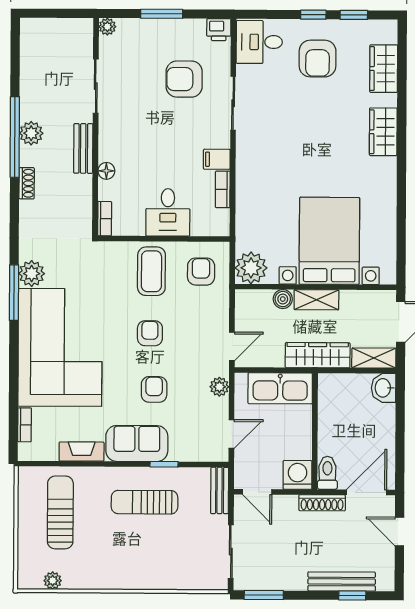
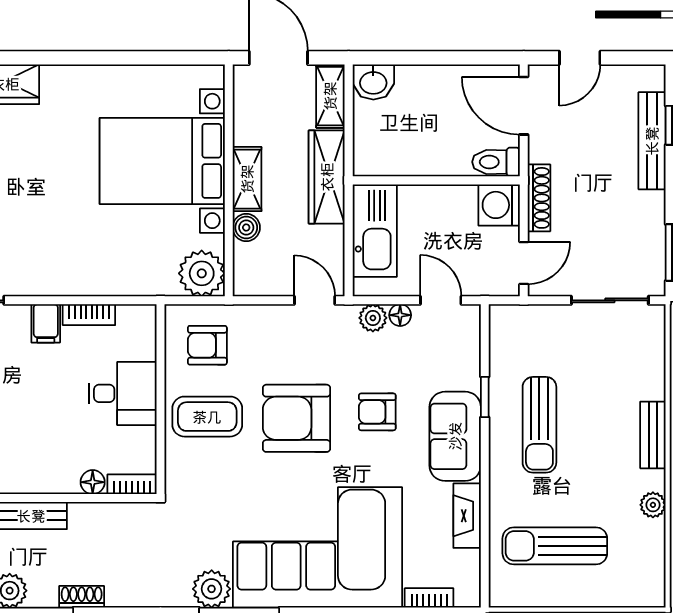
floor lamp: (106, 171) -> (93, 482), moved
armchair: (150, 333) -> (296, 418), width x1.88, depth x1.88
floor lamp: (221, 406) -> (400, 315), added
bench: (220, 490) -> (653, 435), moved, turned 90
shoe rack: (322, 503) -> (539, 198), moved
plant: (53, 581) -> (653, 505), moved

